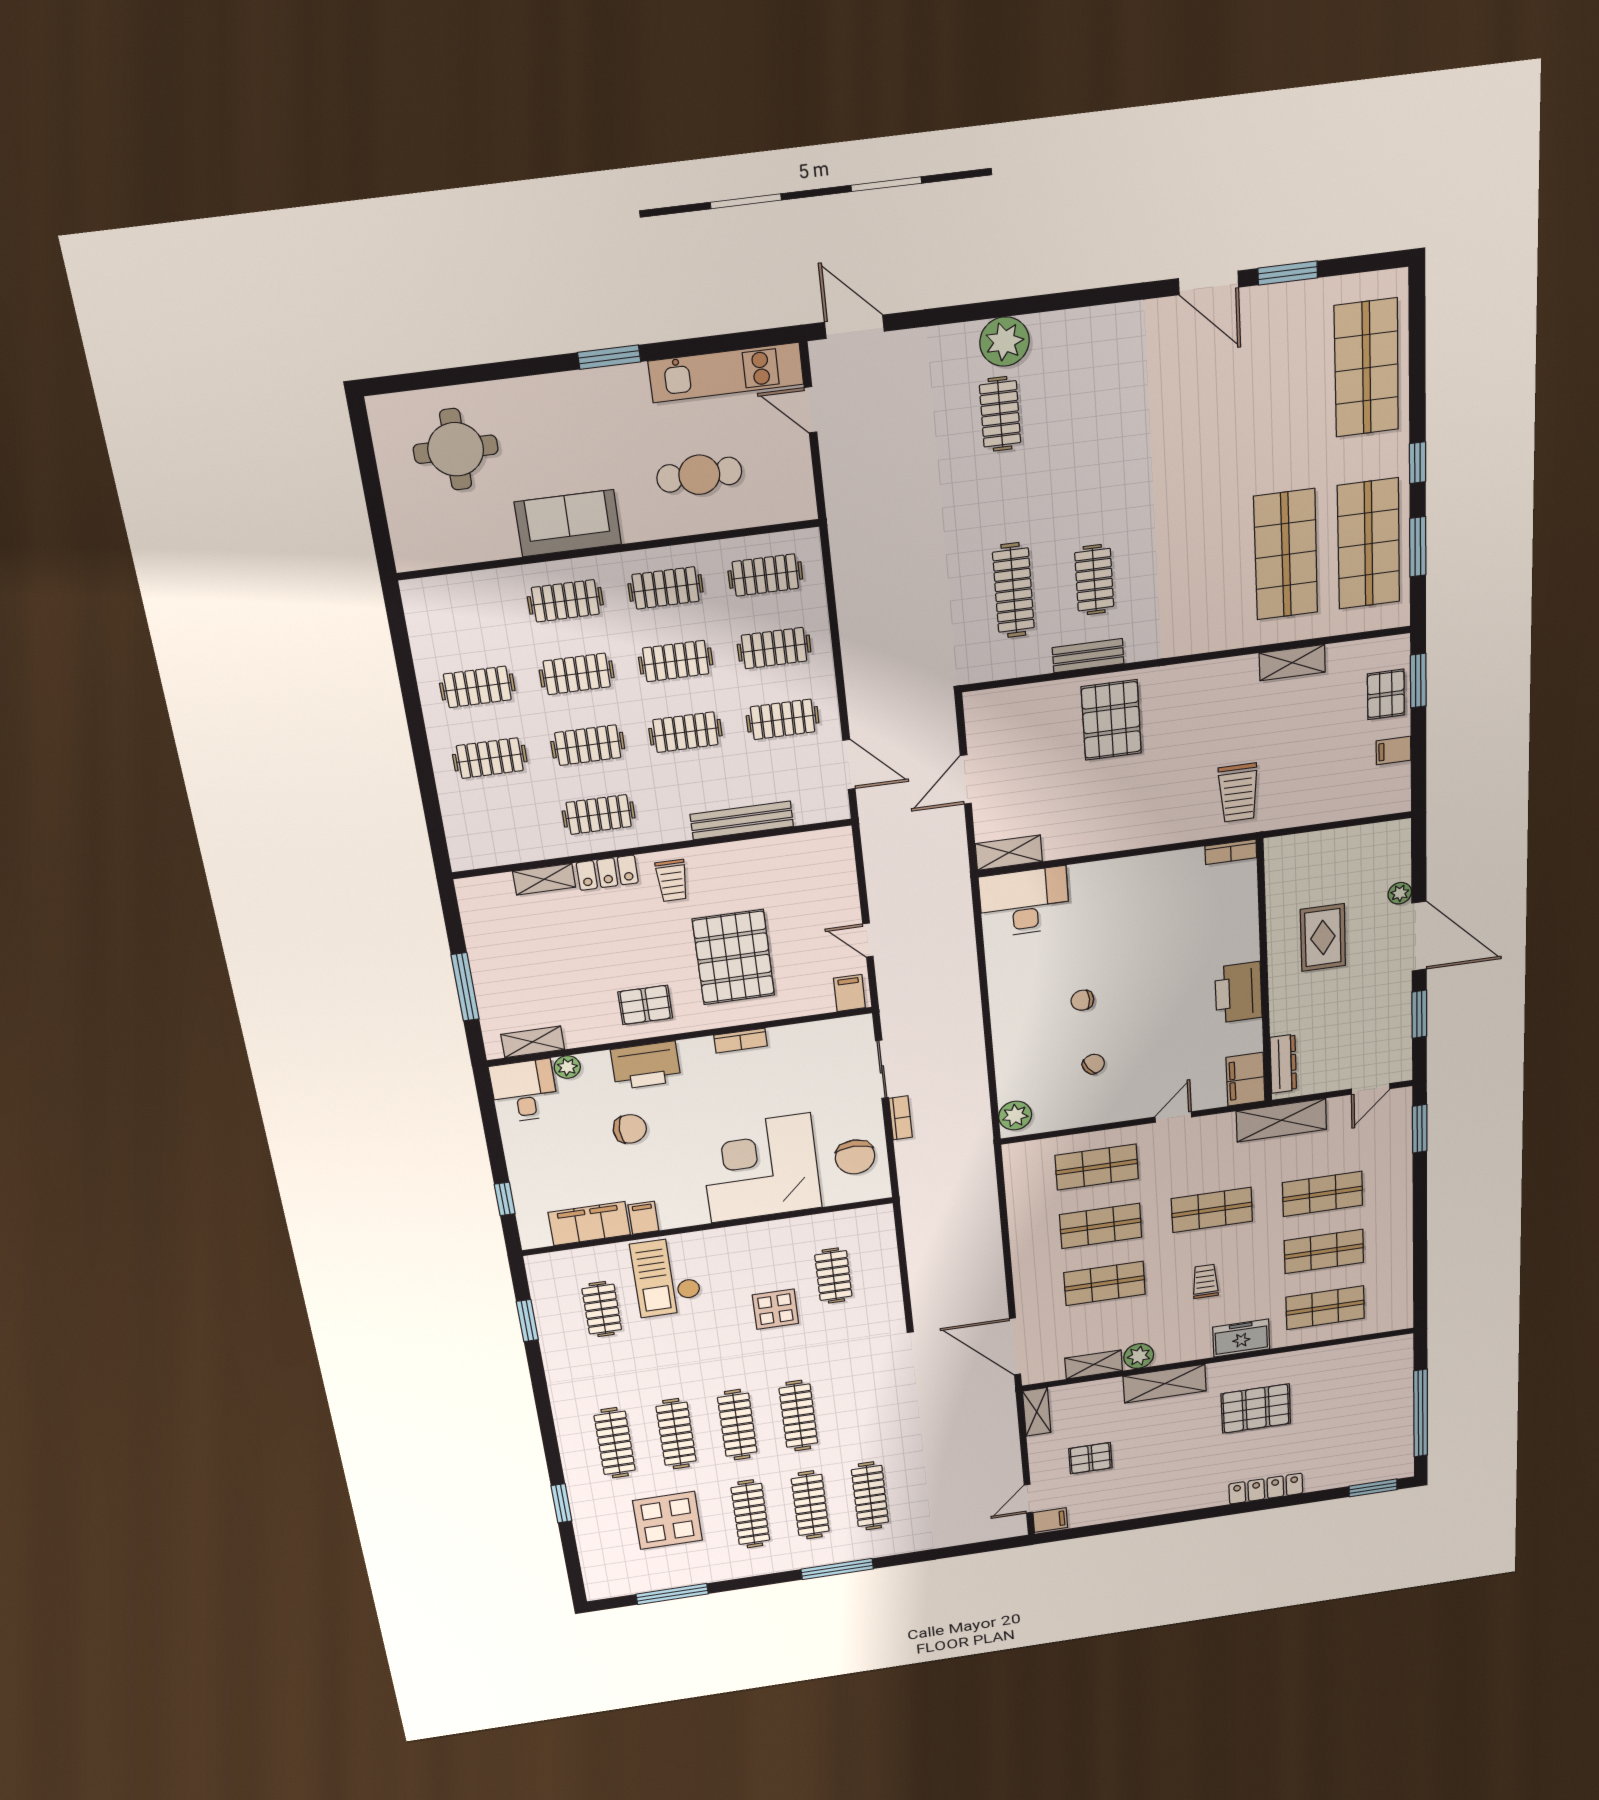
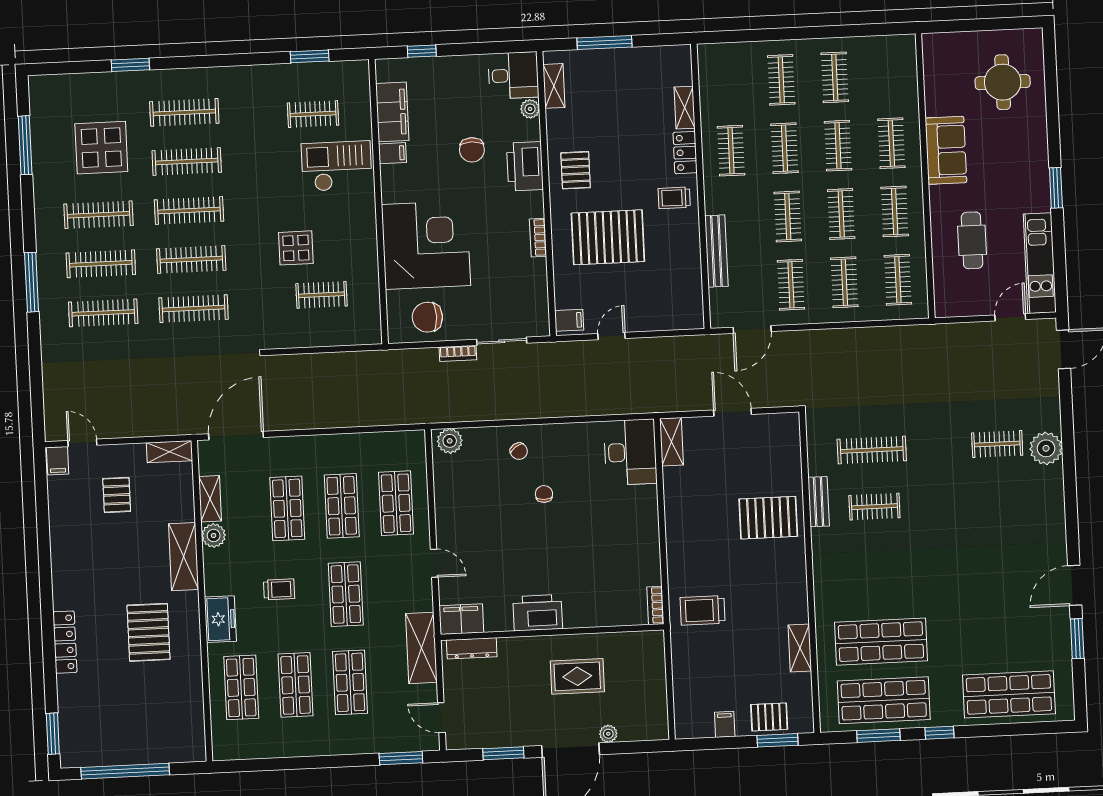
chair: (1093, 1064) -> (519, 451), moved
clothes rail: (859, 1407) -> (194, 309), added

